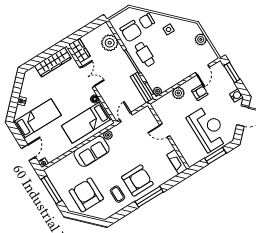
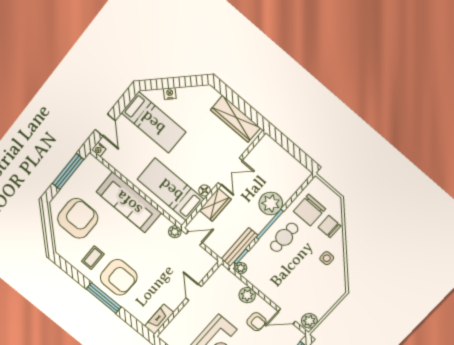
plant: (201, 39) -> (309, 321), moved
plant: (110, 43) -> (271, 203), moved
wardrobe: (79, 50) -> (215, 205), moved
plant: (108, 135) -> (175, 232), moved
sofa: (92, 151) -> (129, 202), width x1.36
door: (28, 153) -> (105, 125), hinge flipped

